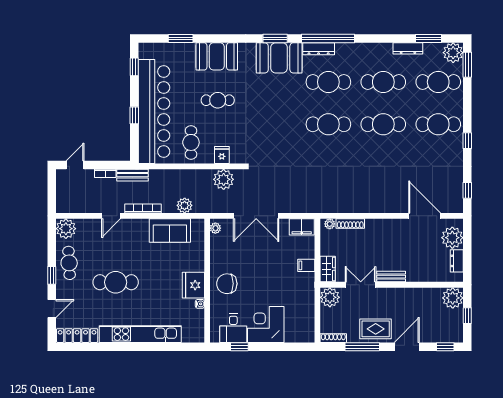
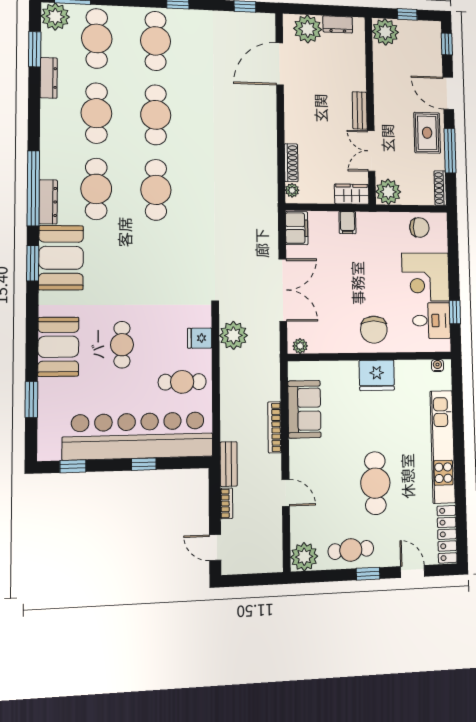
plant: (185, 205) -> (270, 389), removed
bookcase: (143, 209) -> (275, 427), moved
water cooler: (200, 304) -> (437, 365), moved
chair: (303, 321) -> (419, 227), added

